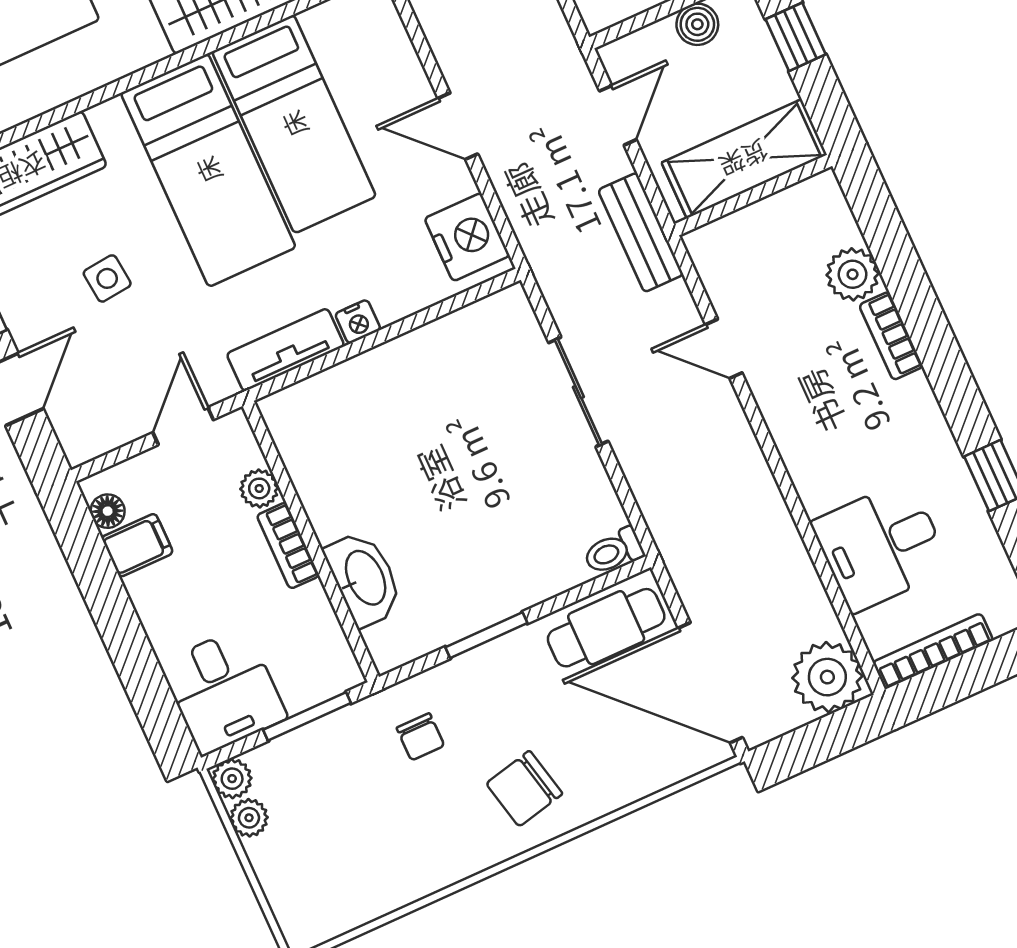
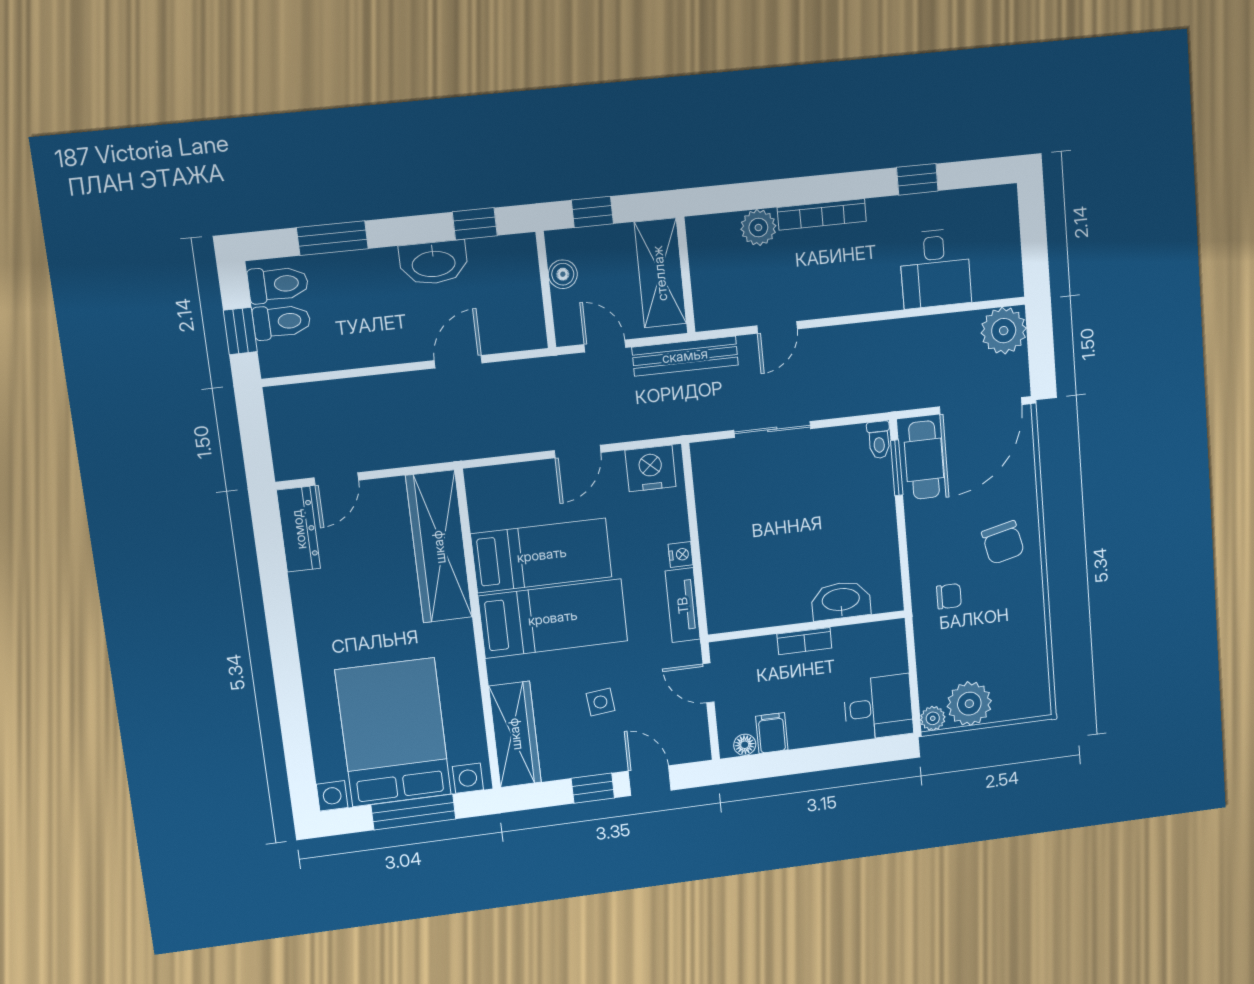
bench: (641, 232) -> (685, 356), width x1.36
bookcase: (891, 336) -> (822, 214), width x1.56
plant: (259, 488) -> (763, 648), removed
window: (486, 635) -> (897, 468), moved
bookcase: (933, 651) -> (1012, 258), removed
window: (307, 716) -> (912, 662), removed
plant: (249, 818) -> (969, 704), width x1.88, depth x1.88

